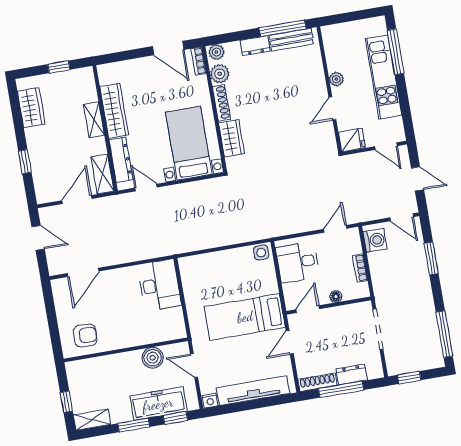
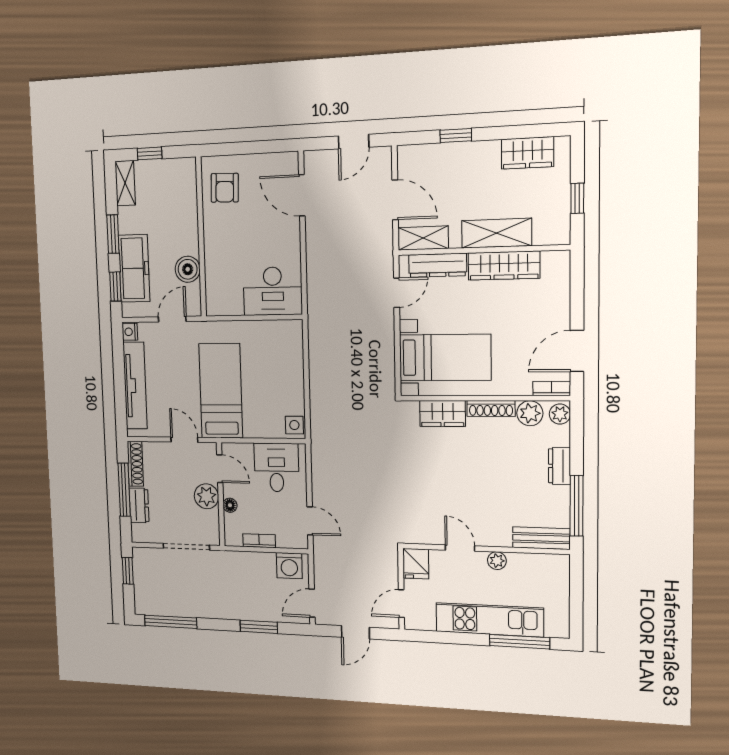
bench: (291, 40) -> (541, 538), moved, turned 90
shelving: (94, 120) -> (497, 233), width x1.50, depth x1.33
plant: (332, 317) -> (206, 496), added

